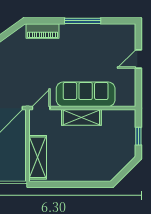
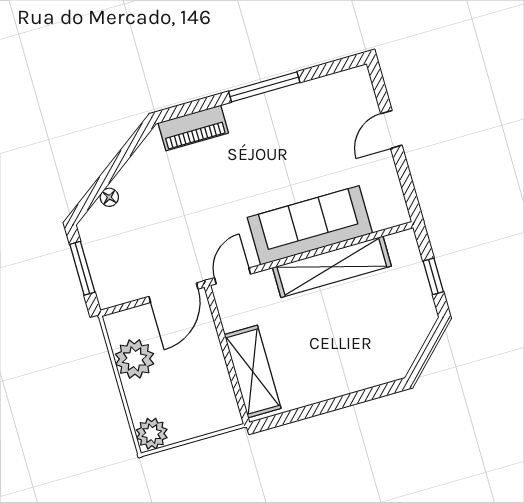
shelving: (81, 117) -> (332, 267), width x1.47

